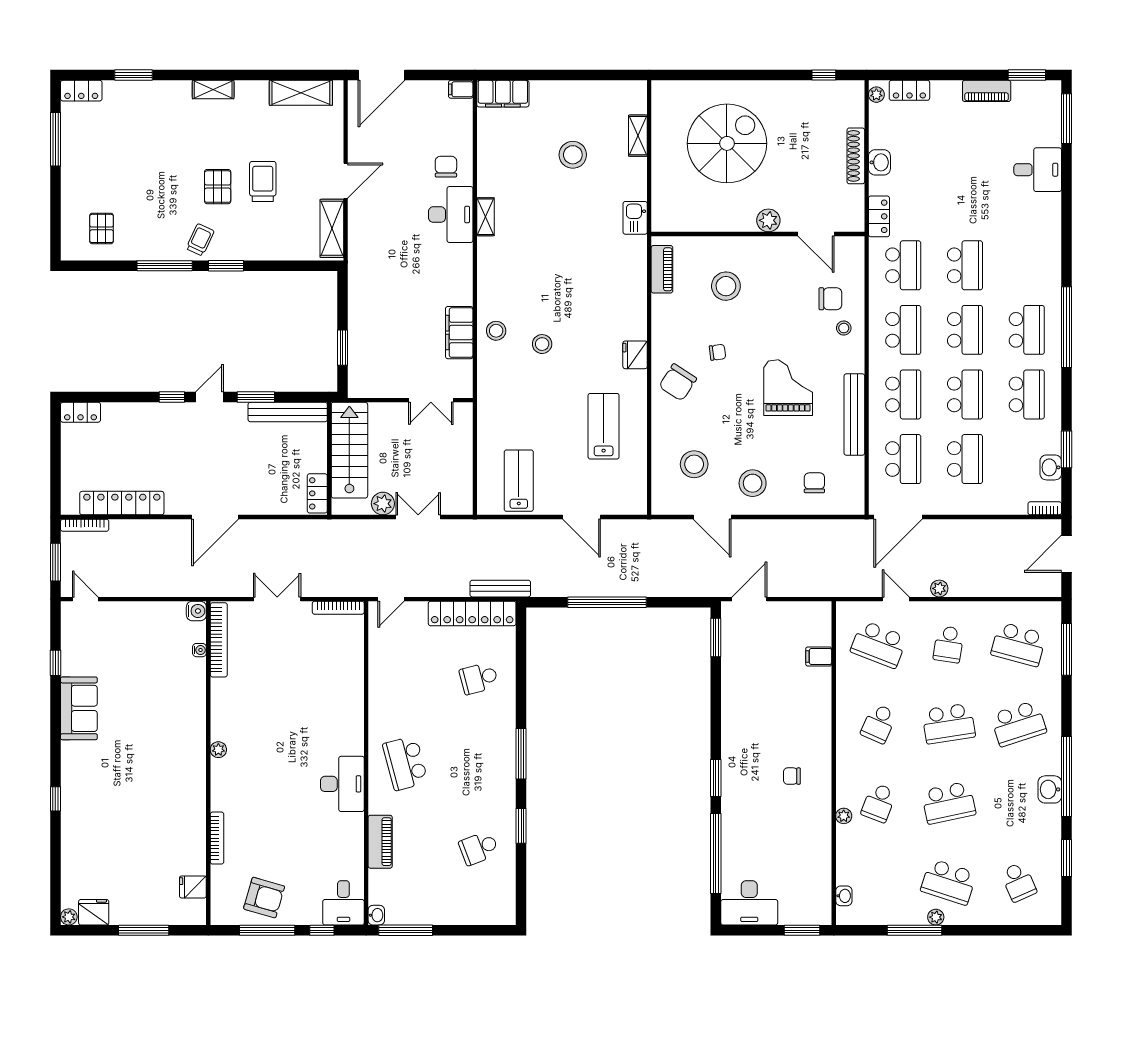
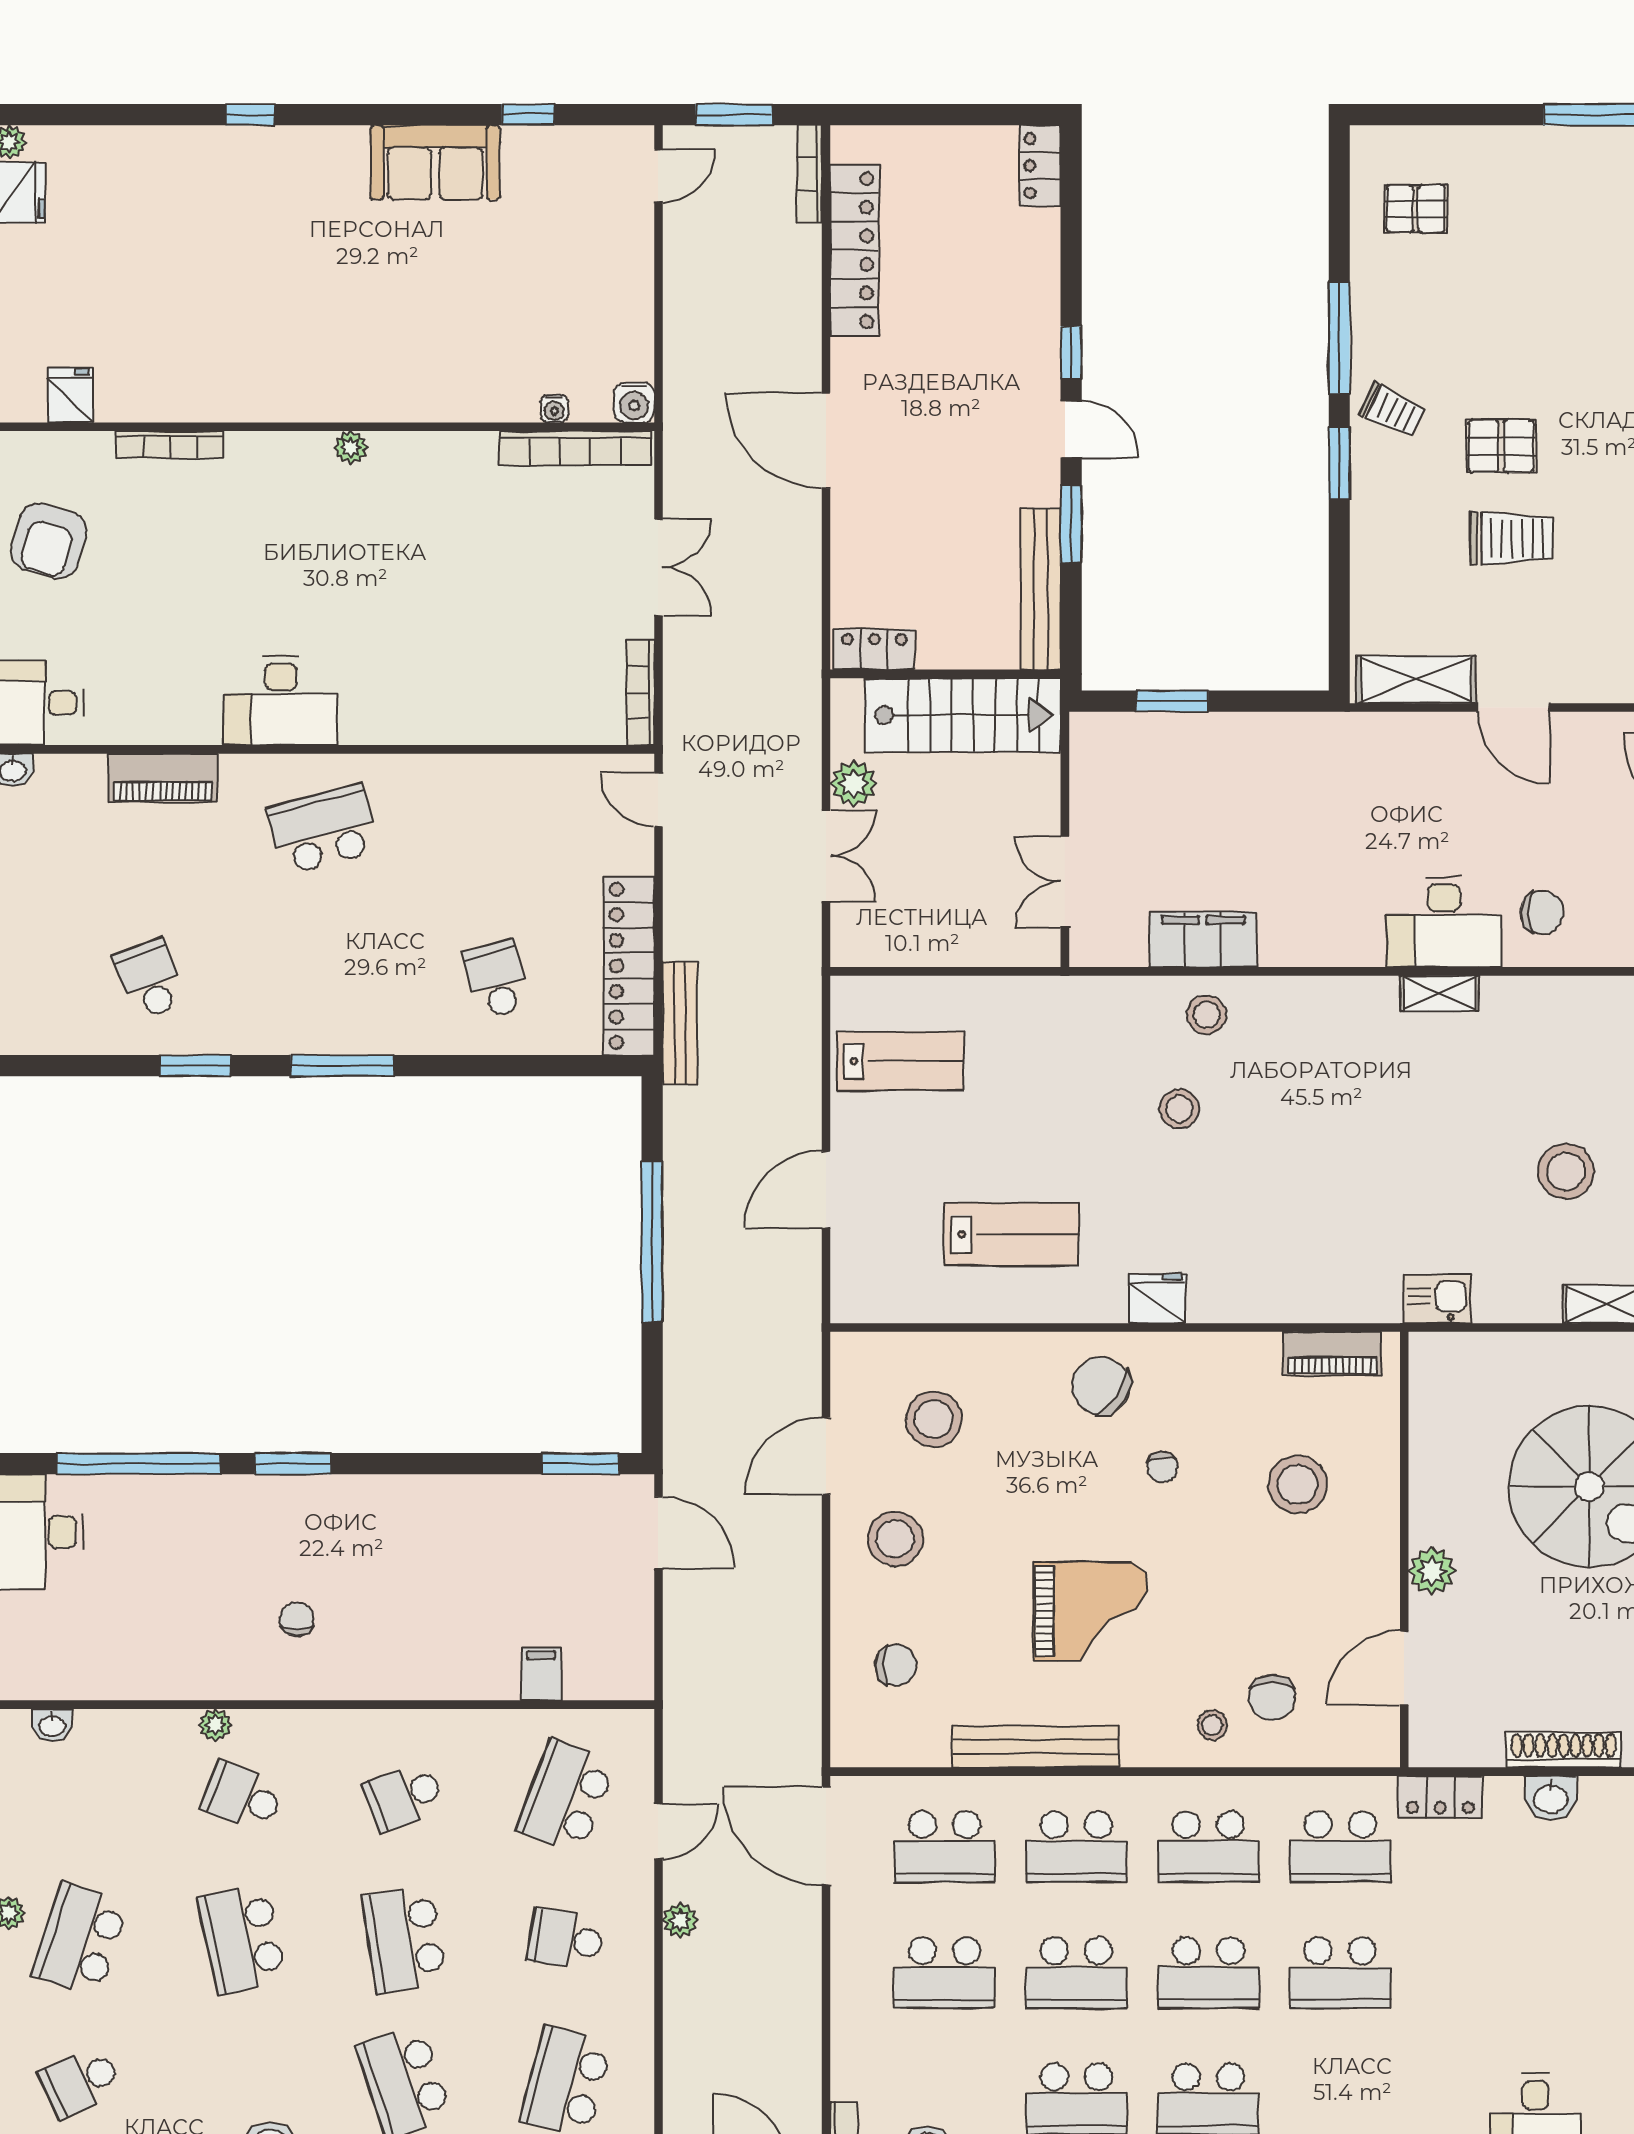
school desk: (879, 724) -> (404, 1796), turned -45

